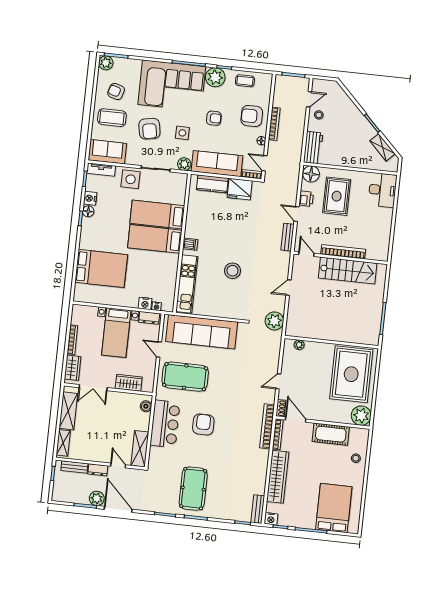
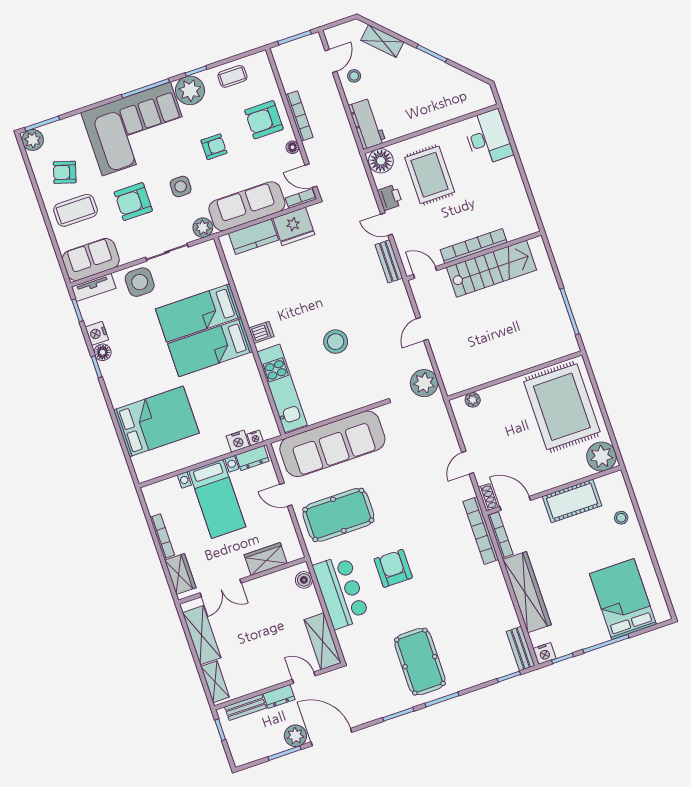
armchair: (149, 129) -> (133, 202), turned 101
shelving: (382, 147) -> (382, 41), moved

